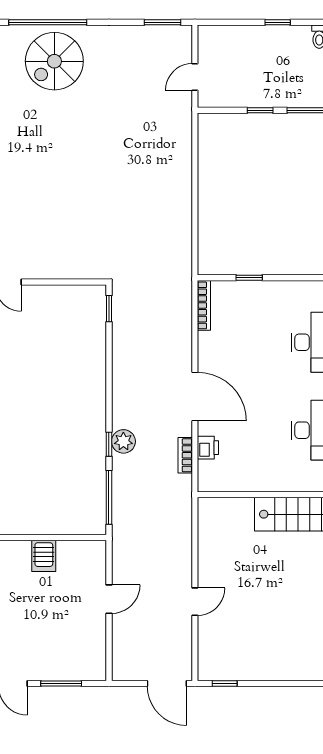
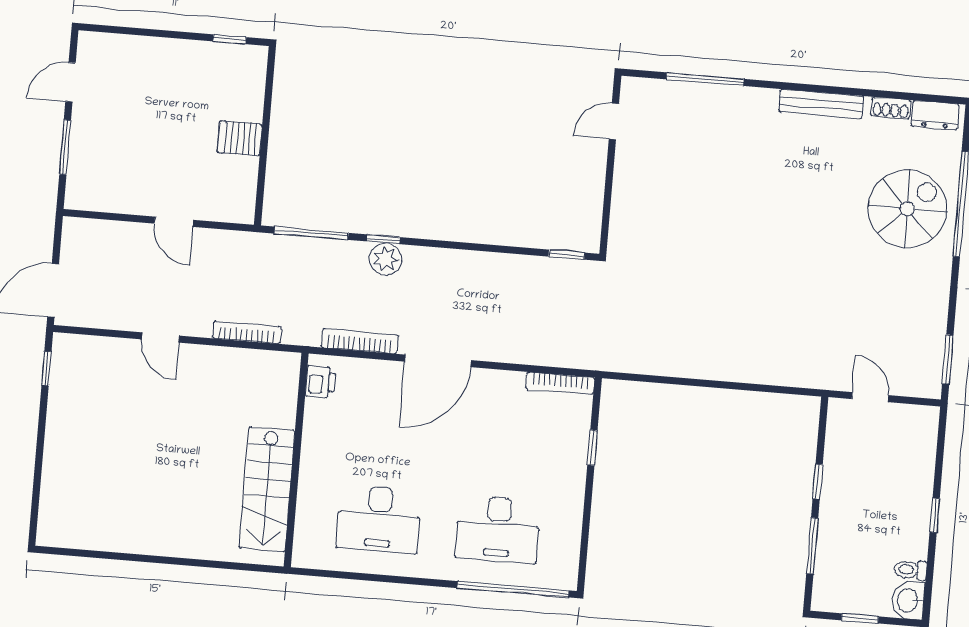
spiral stairs: (54, 61) -> (907, 209), turned 90
printer: (208, 448) -> (320, 382), moved, turned -90
bookcase: (185, 455) -> (360, 341), width x1.56
bookcase: (186, 539) -> (247, 332), added

